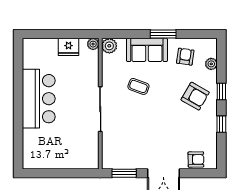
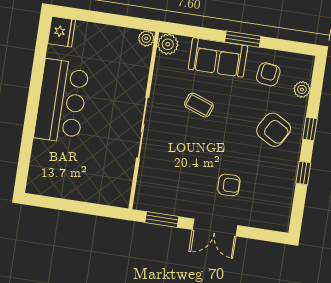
fridge: (69, 47) -> (62, 32), moved, turned -90
armchair: (196, 159) -> (229, 185), moved

